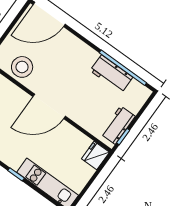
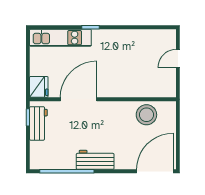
workbench: (111, 74) -> (95, 160), moved
door: (49, 106) -> (79, 99), moved

